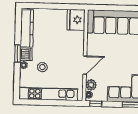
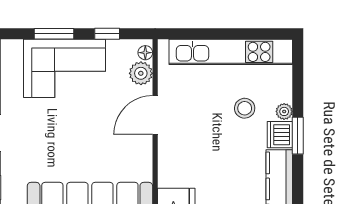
window: (96, 104) -> (107, 34), moved

